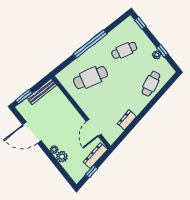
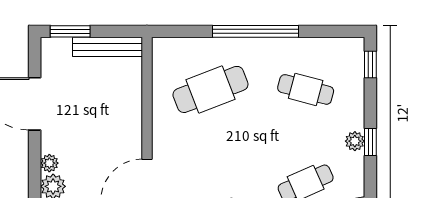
cafe table: (90, 77) -> (210, 89), turned -36

